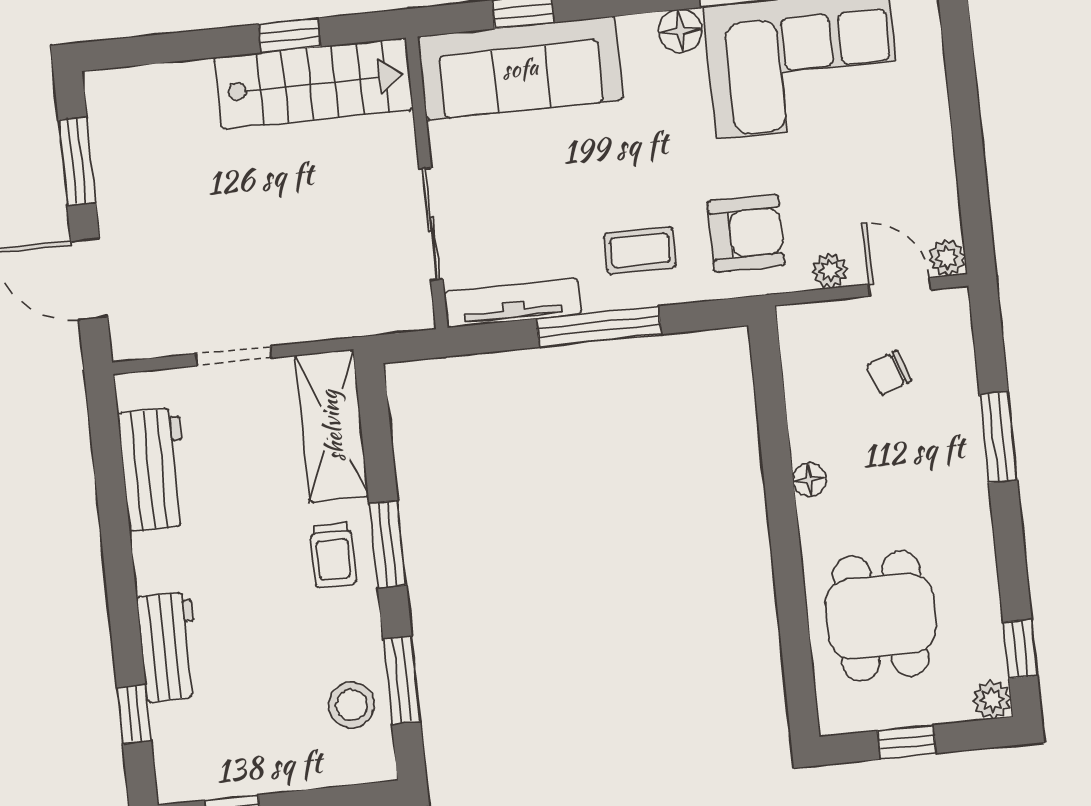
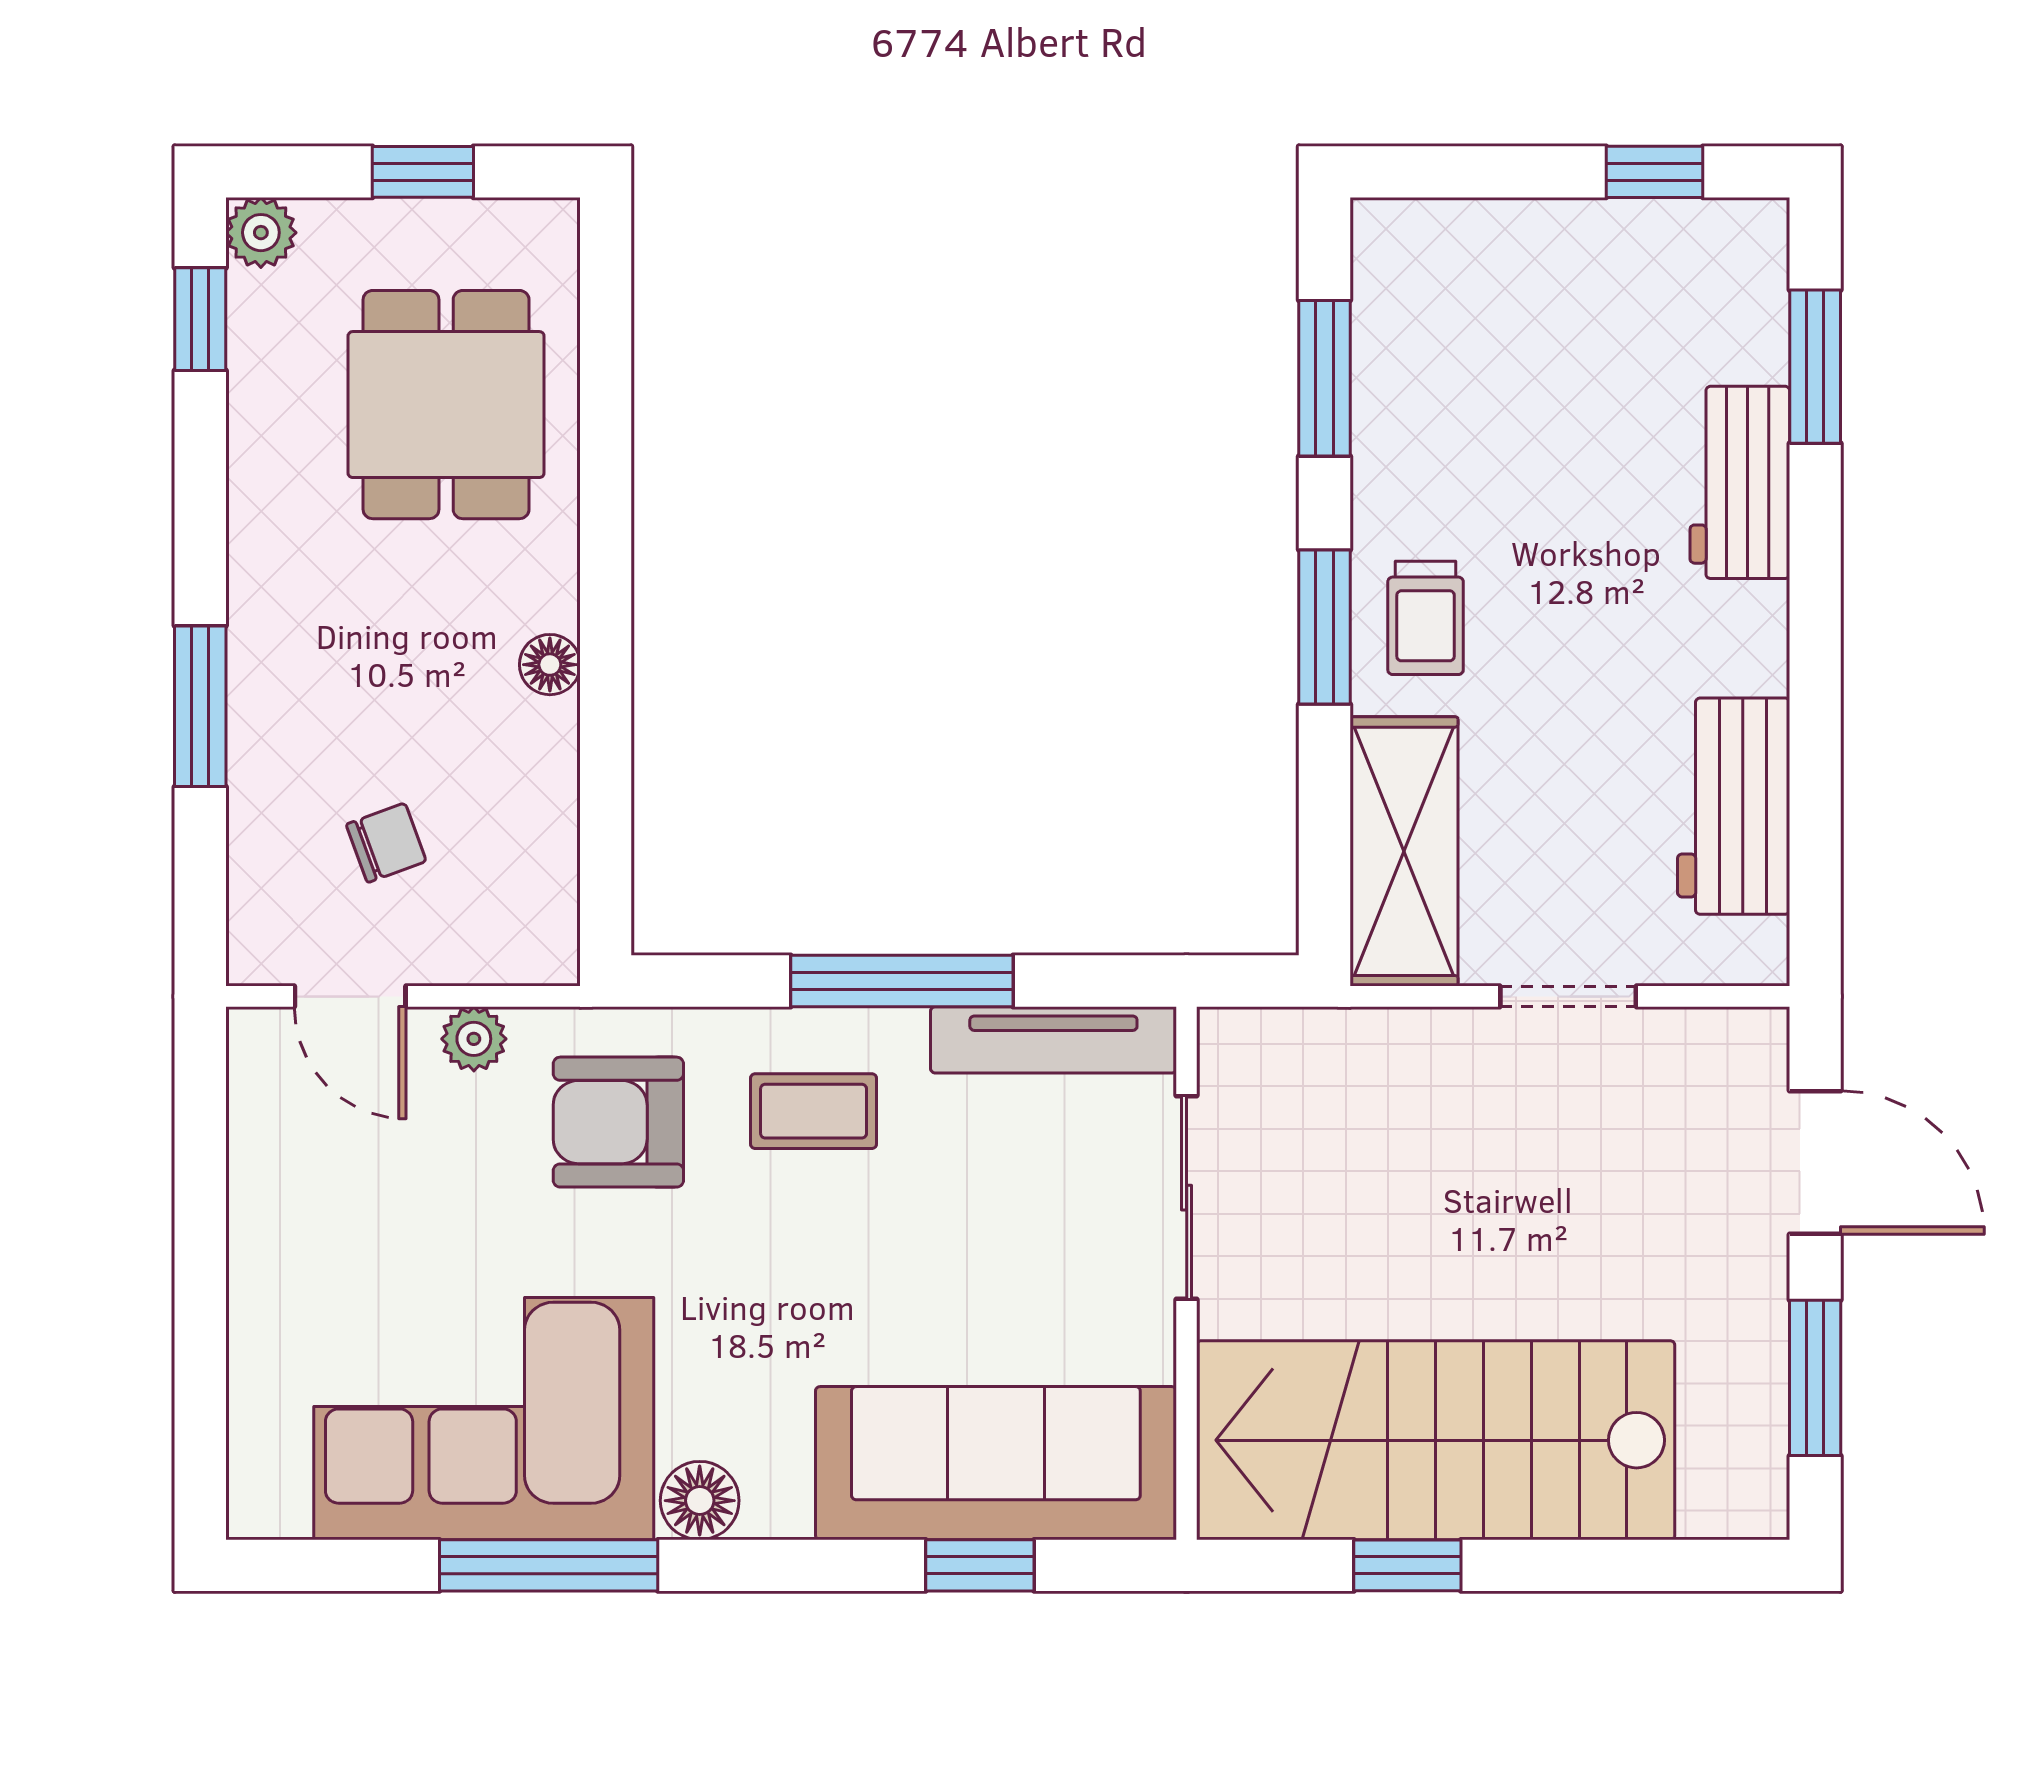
stairs: (314, 84) -> (1436, 1440), width x1.36, depth x1.51
plant: (947, 258) -> (259, 1040), removed
trolley: (333, 555) -> (1426, 618), turned 180
stool: (351, 705) -> (1420, 343), removed
window: (134, 714) -> (1815, 367), width x1.50

